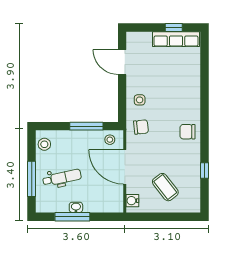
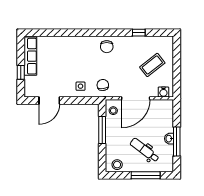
window: (174, 27) -> (21, 72), moved
dental chair: (62, 178) -> (145, 150), turned -41

